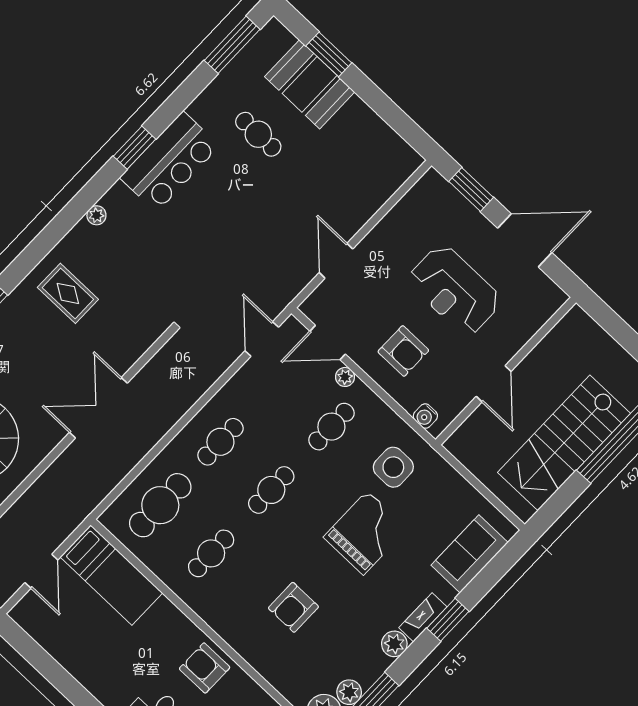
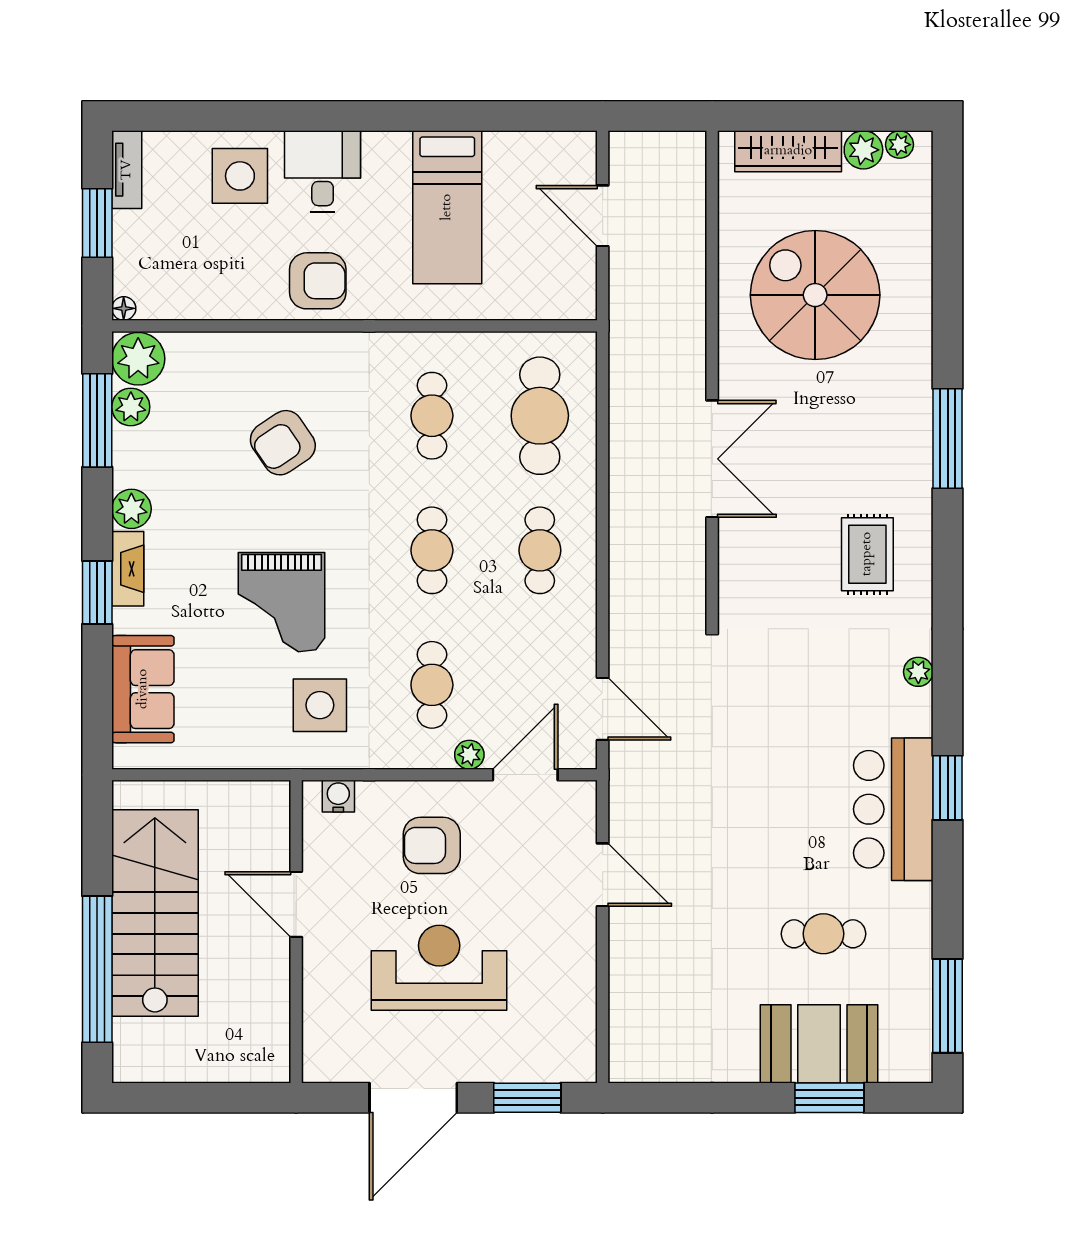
rug: (68, 293) -> (867, 554), turned 90
bed: (111, 575) -> (447, 207), moved, turned -90
armchair: (293, 607) -> (283, 443), turned -124

